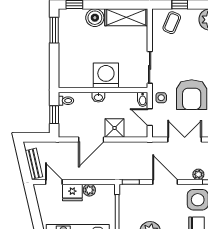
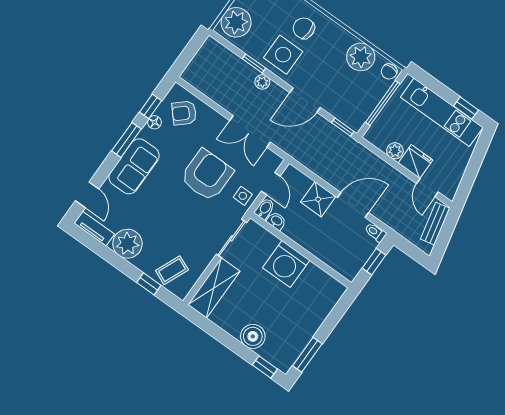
shelving: (126, 17) -> (214, 288), moved, turned 90
washbasin: (98, 97) -> (276, 221), moved
toilet: (66, 101) -> (375, 232), moved
door: (165, 182) -> (305, 100), hinge flipped

